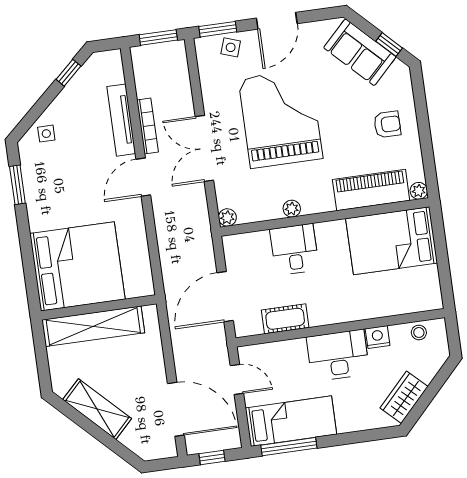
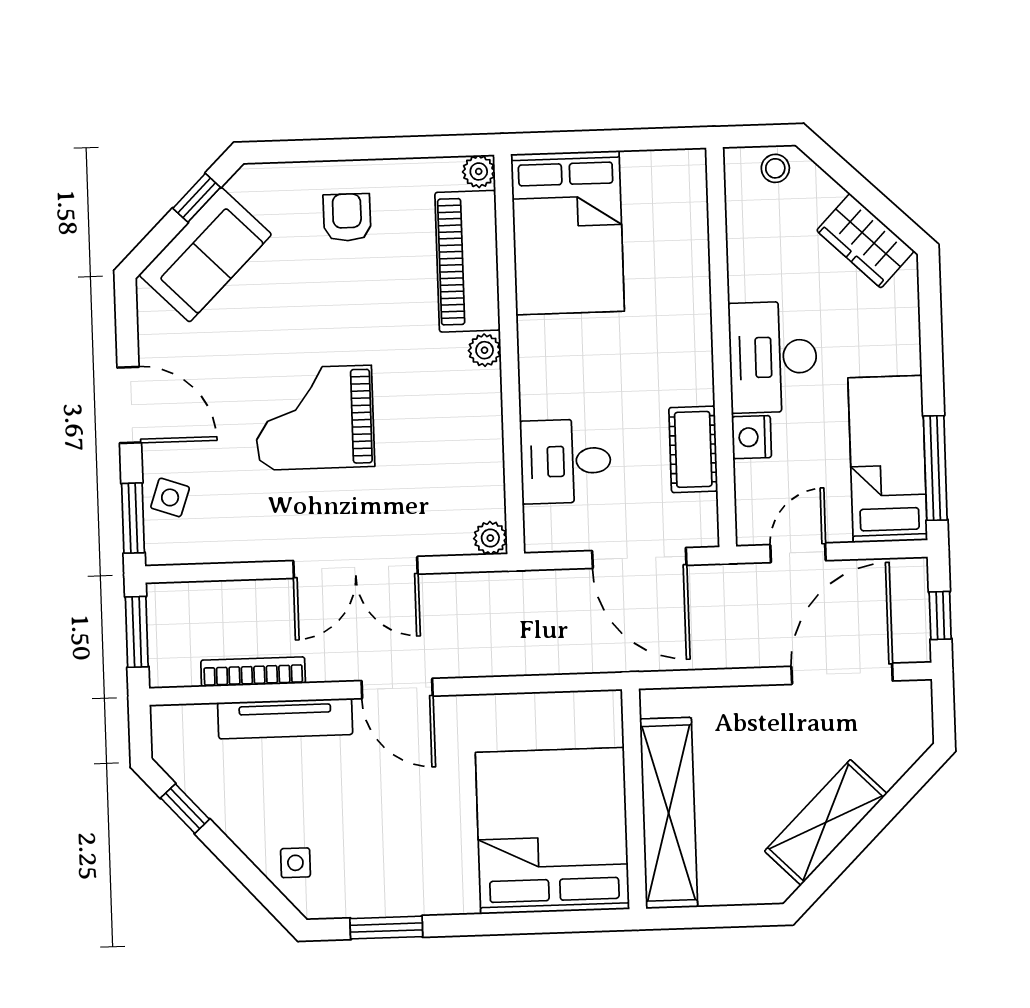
grand piano: (281, 119) -> (315, 418), width x0.73, depth x0.68
bookcase: (148, 126) -> (253, 672), moved
plant: (292, 209) -> (485, 350), moved
desk: (294, 249) -> (566, 461), moved
stool: (419, 332) -> (775, 168), moved
nightstand: (378, 337) -> (752, 437), moved

